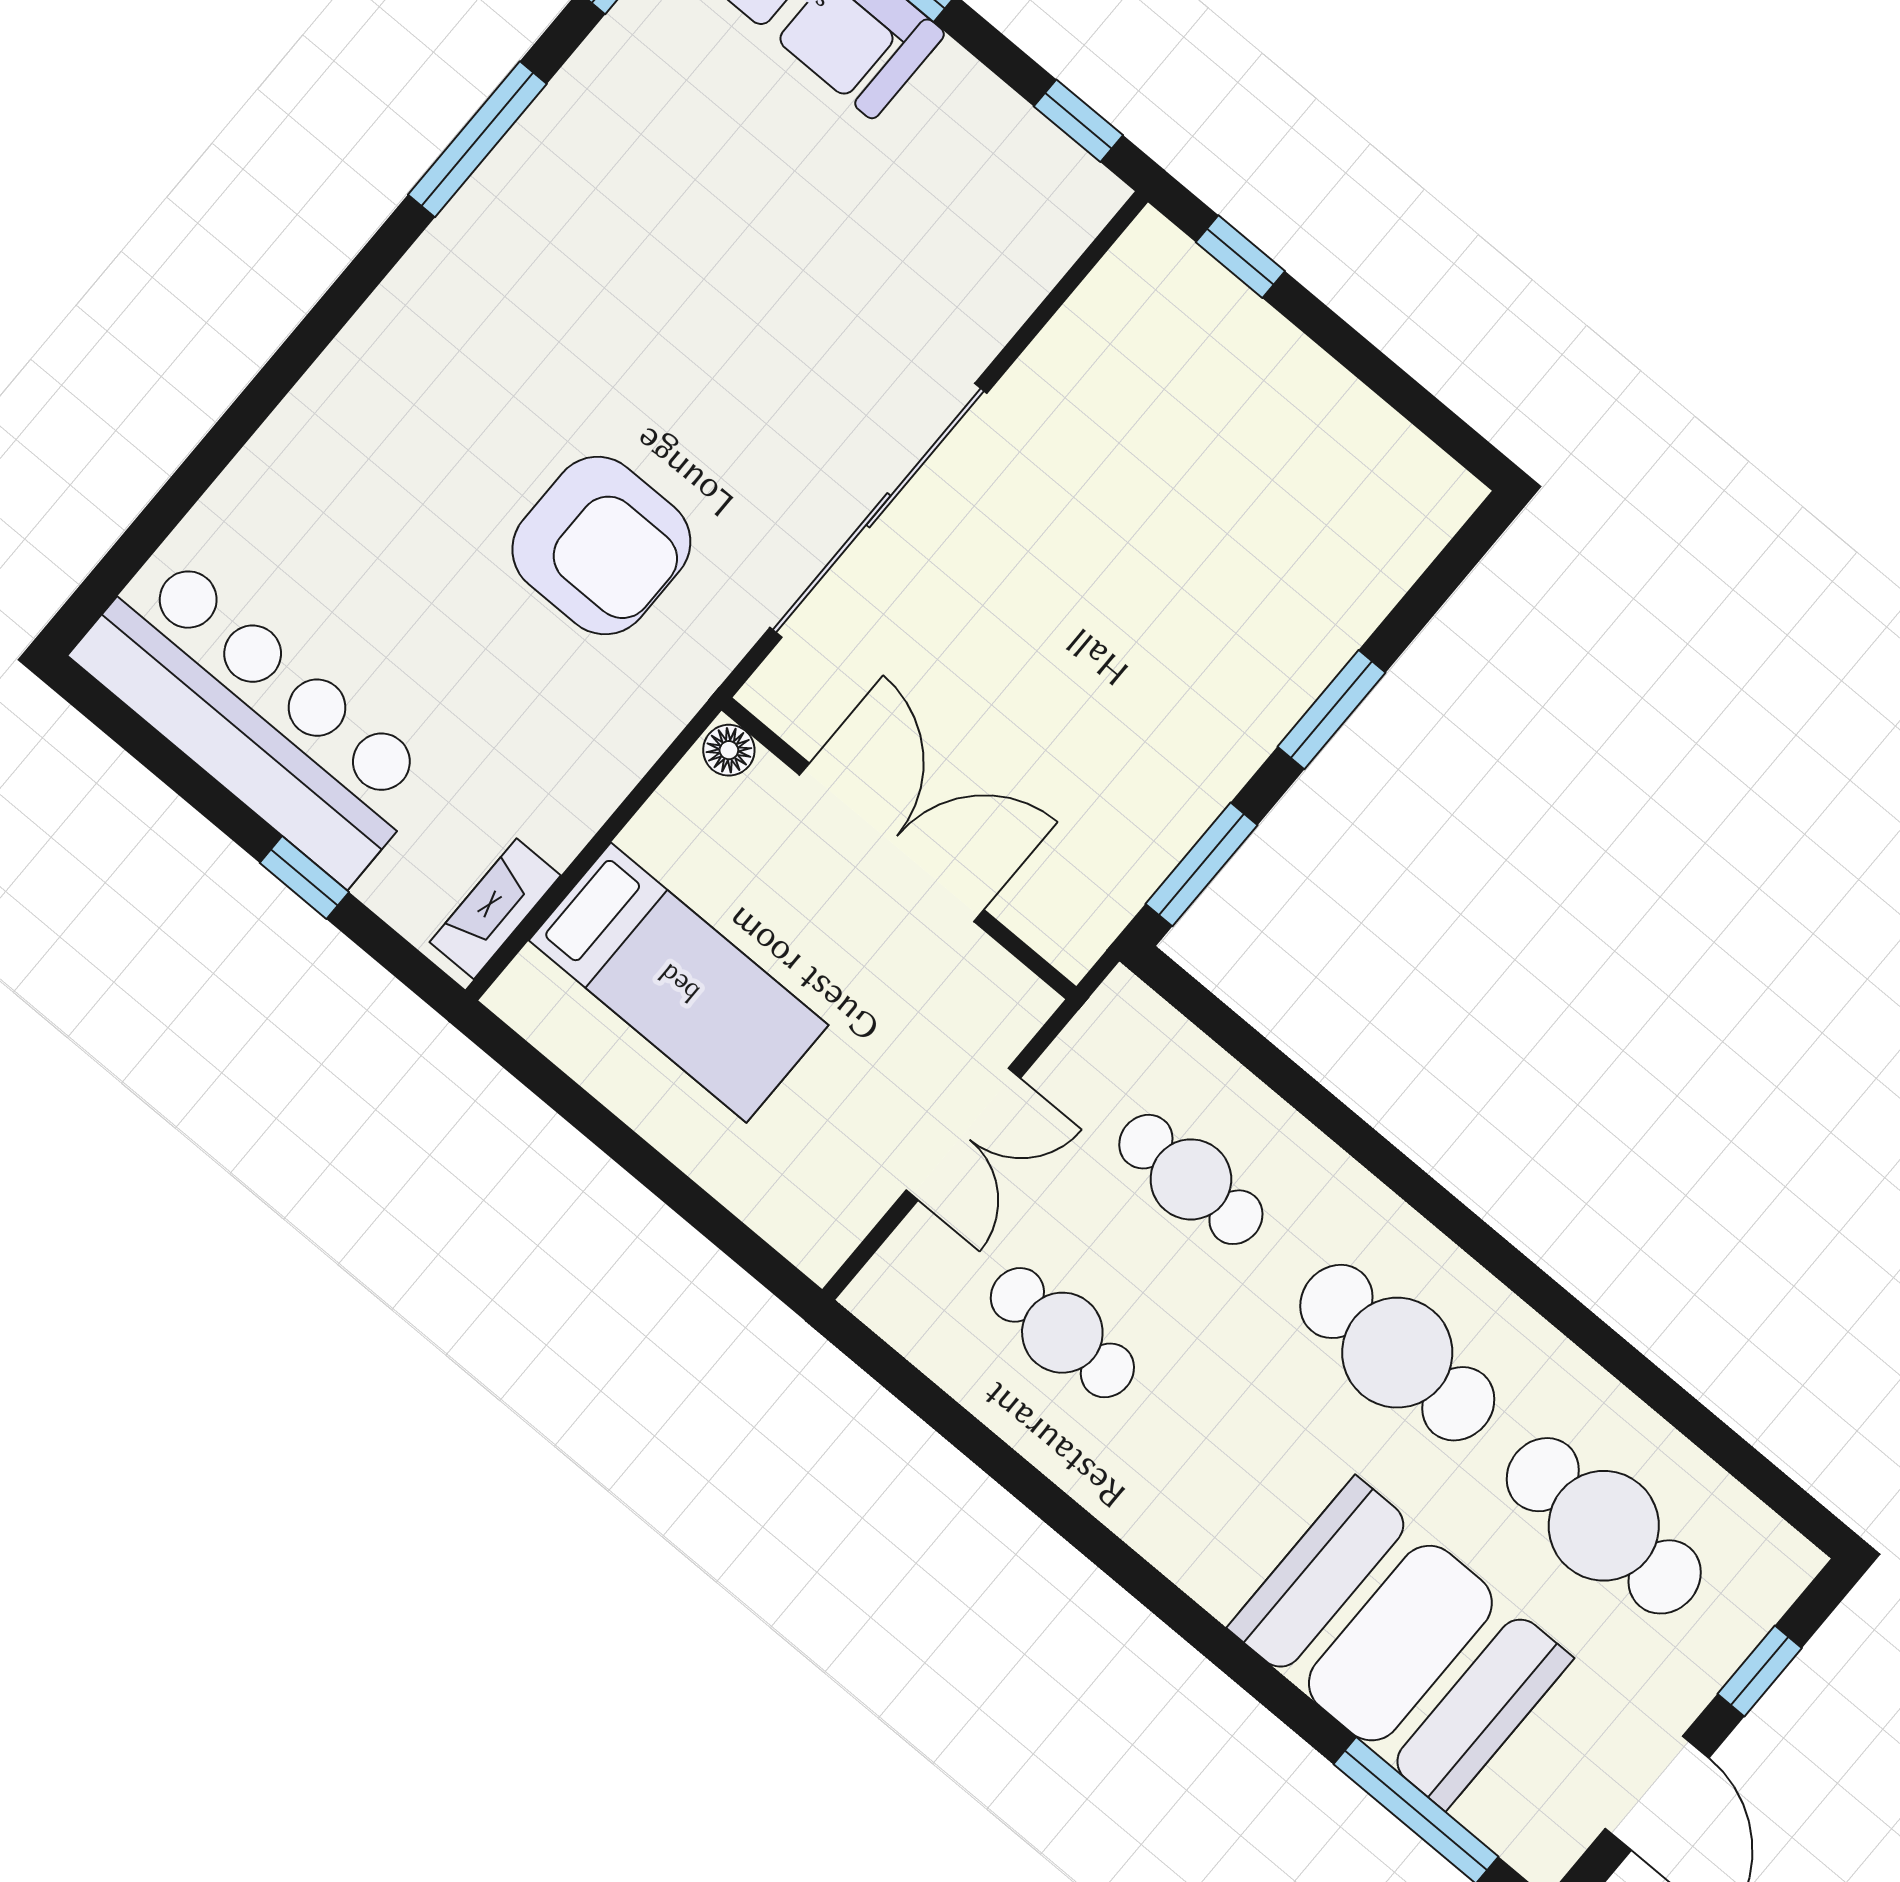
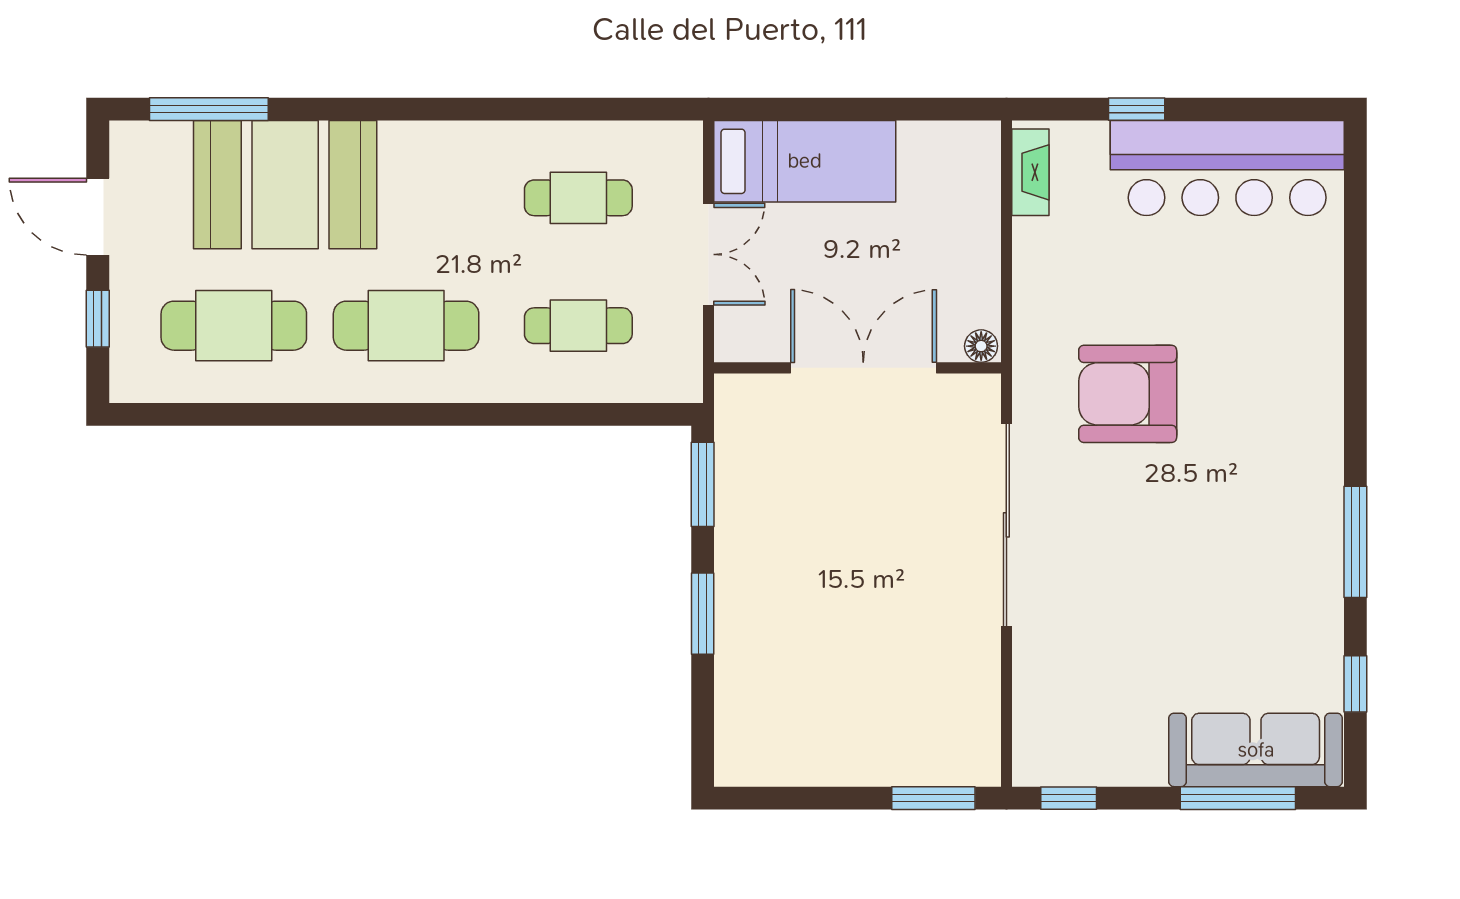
window: (1240, 257) -> (933, 798), width x1.50
double door: (892, 842) -> (863, 368), swing flipped
bed: (679, 983) -> (805, 161), moved, turned 180
double door: (963, 1134) -> (709, 254), swing flipped

